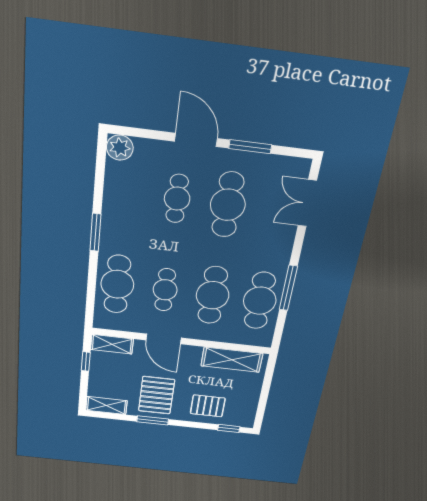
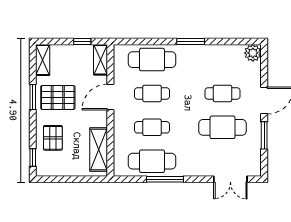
double door: (307, 203) -> (230, 179), swing flipped
cafe table: (213, 295) -> (152, 127), width x0.73, depth x0.74

